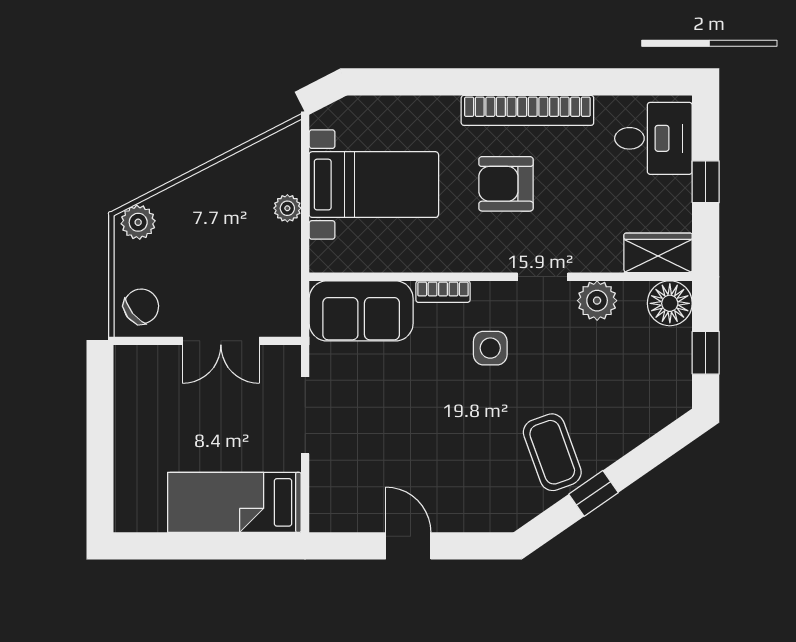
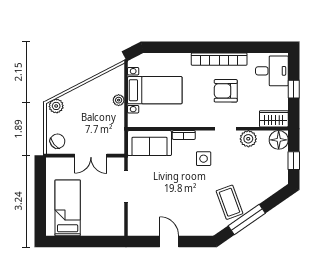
armchair: (506, 184) -> (226, 91), moved
window: (593, 493) -> (247, 219), width x2.17
bed: (234, 502) -> (68, 208), moved, turned 90

